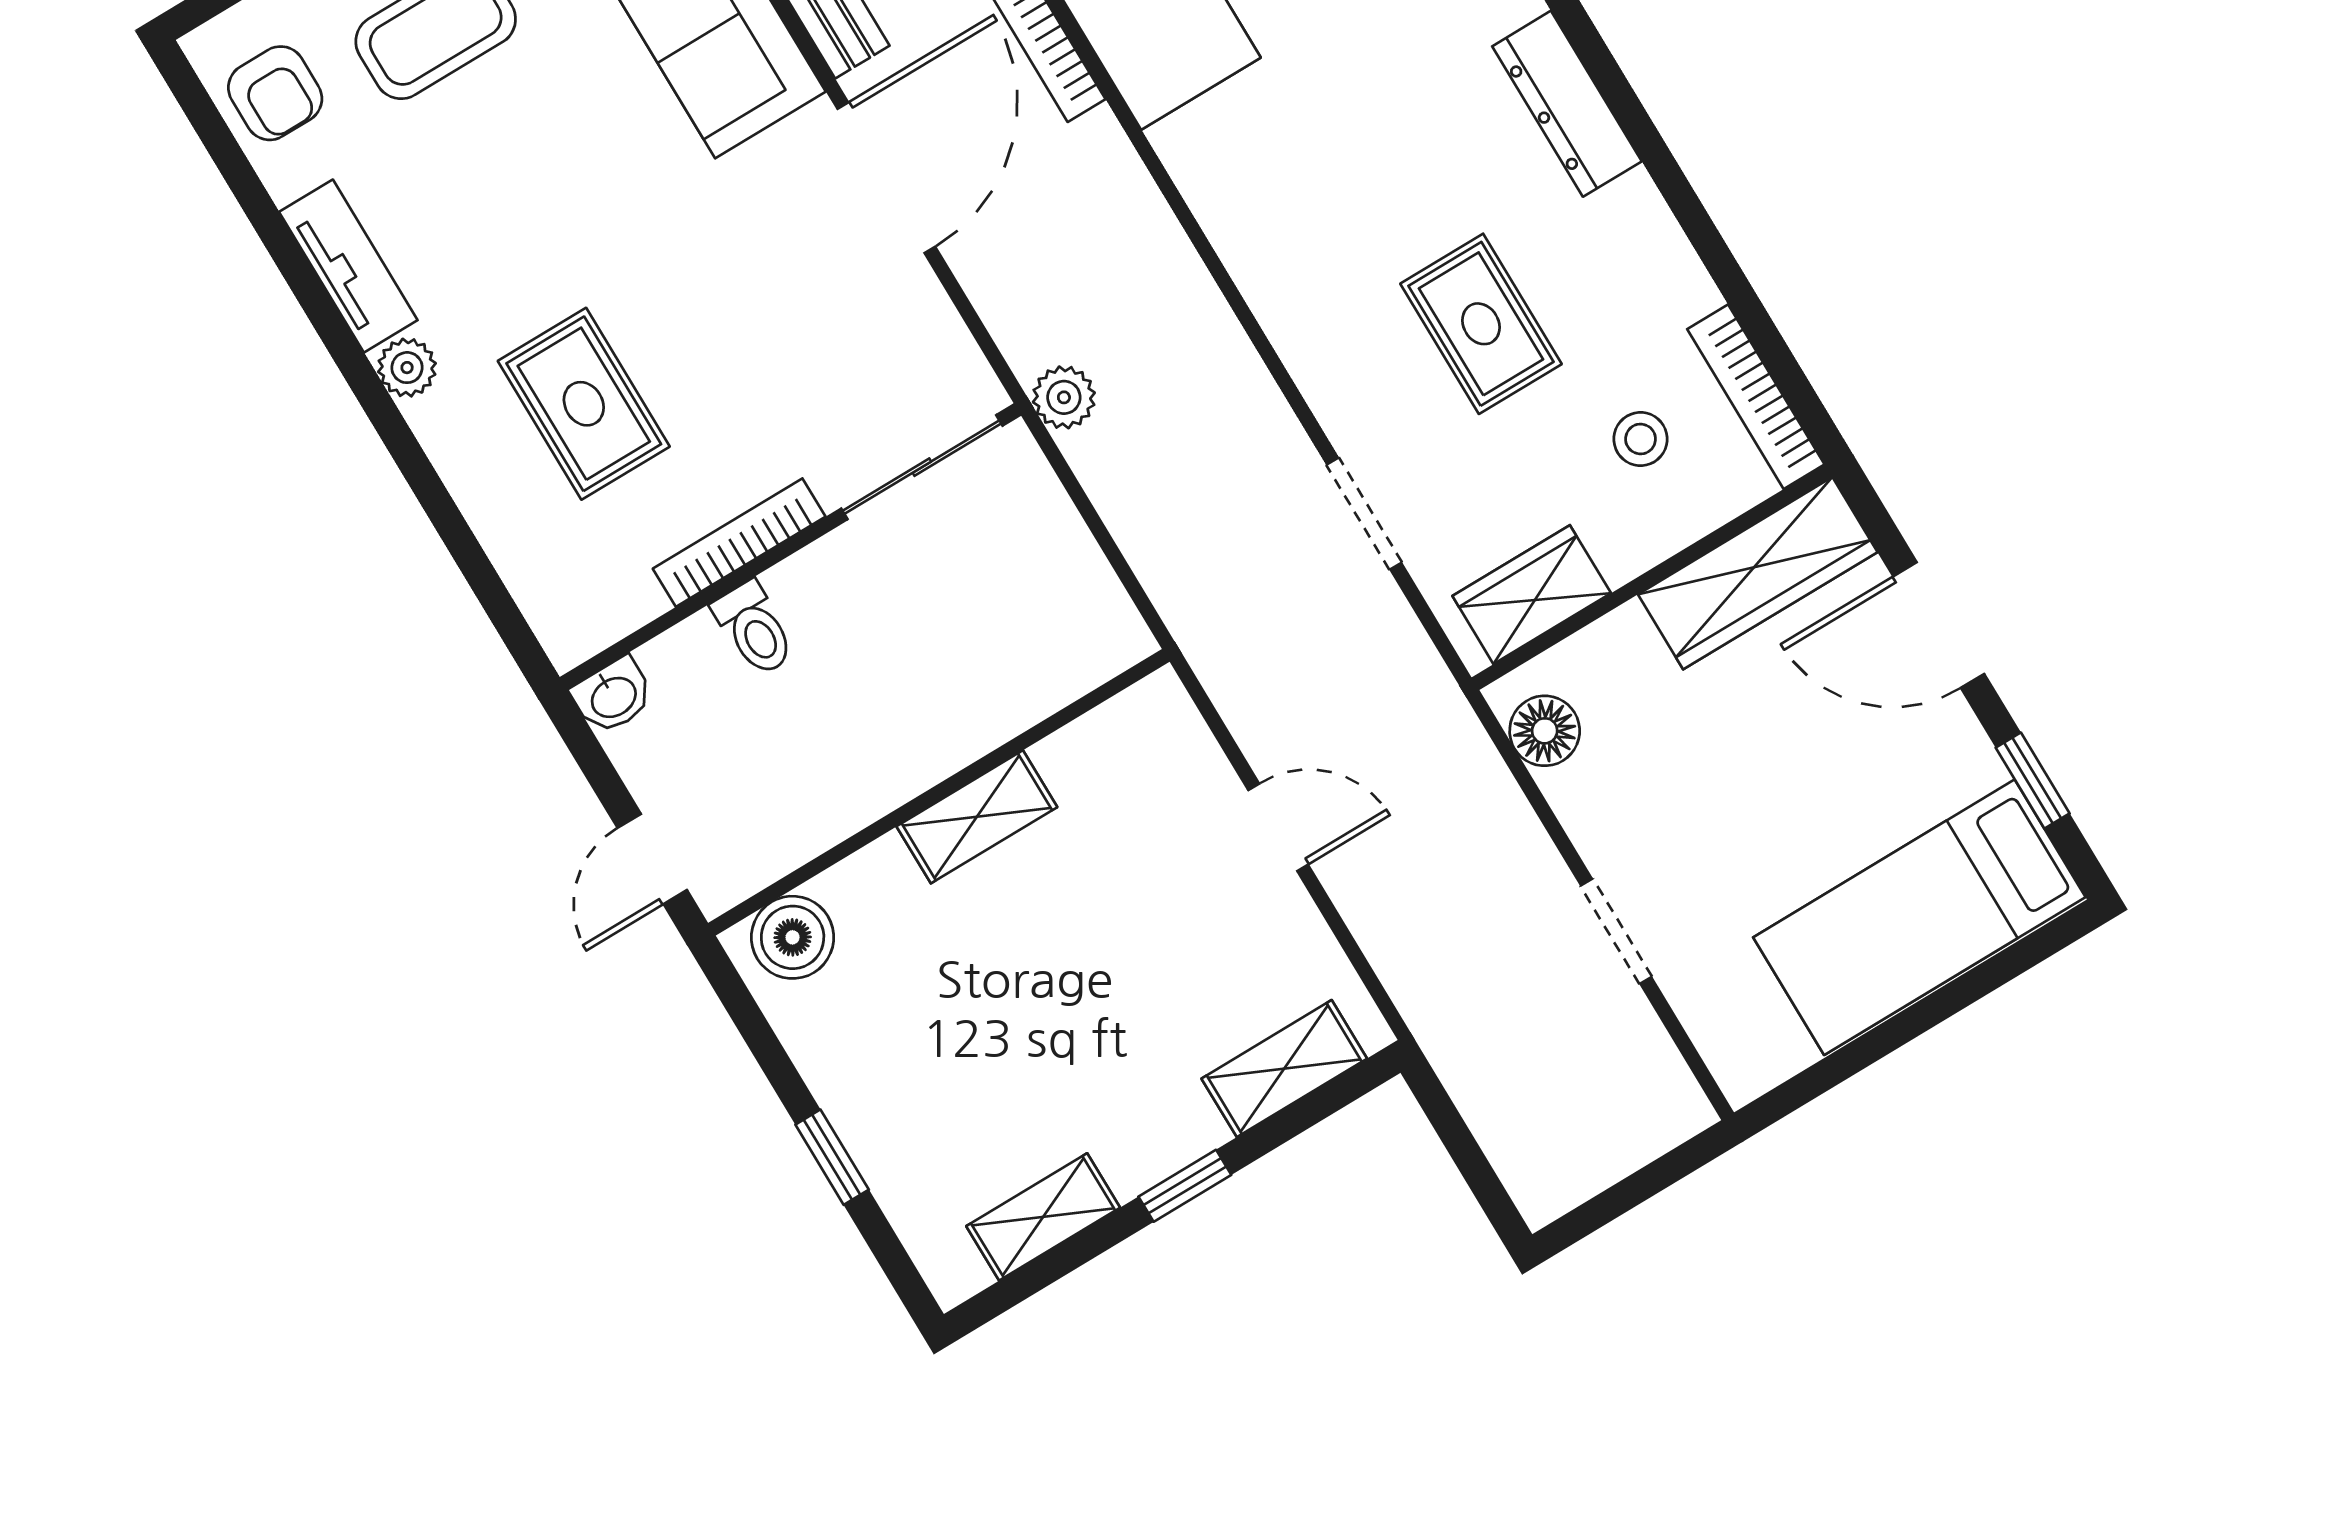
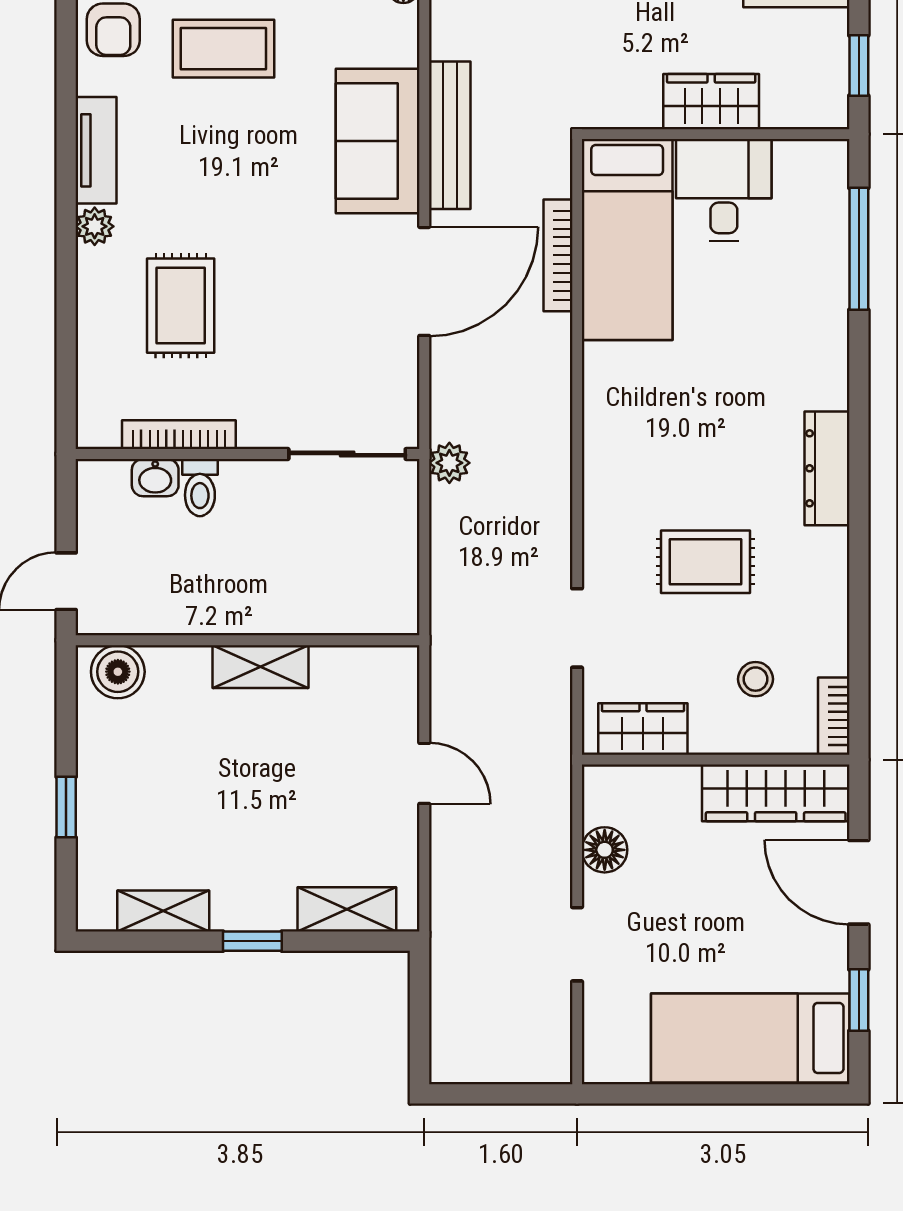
rug: (1481, 324) -> (706, 562), turned 90
bookcase: (1756, 397) -> (834, 716), width x0.64
bookcase: (739, 543) -> (179, 435), moved
washbasin: (613, 696) -> (155, 478), moved
floor lamp: (1545, 731) -> (605, 850), moved

